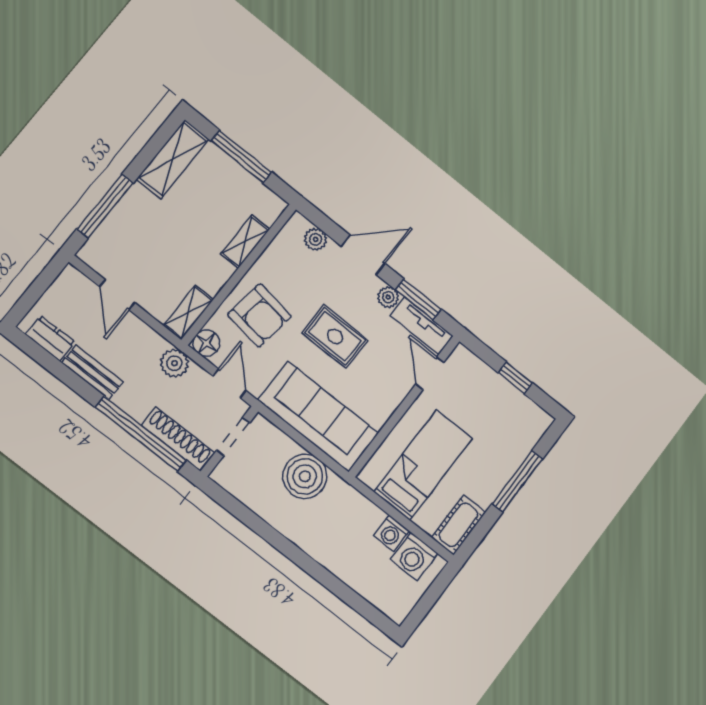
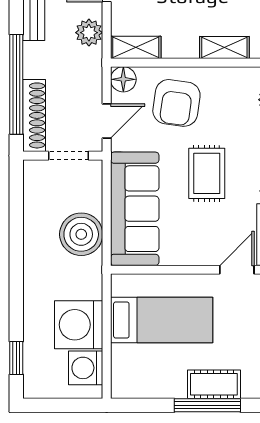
plant: (174, 363) -> (89, 33), moved
cot: (458, 525) -> (214, 384), moved
washing machine: (392, 533) -> (79, 325), width x1.89, depth x1.89
window: (363, 607) -> (16, 358), added

